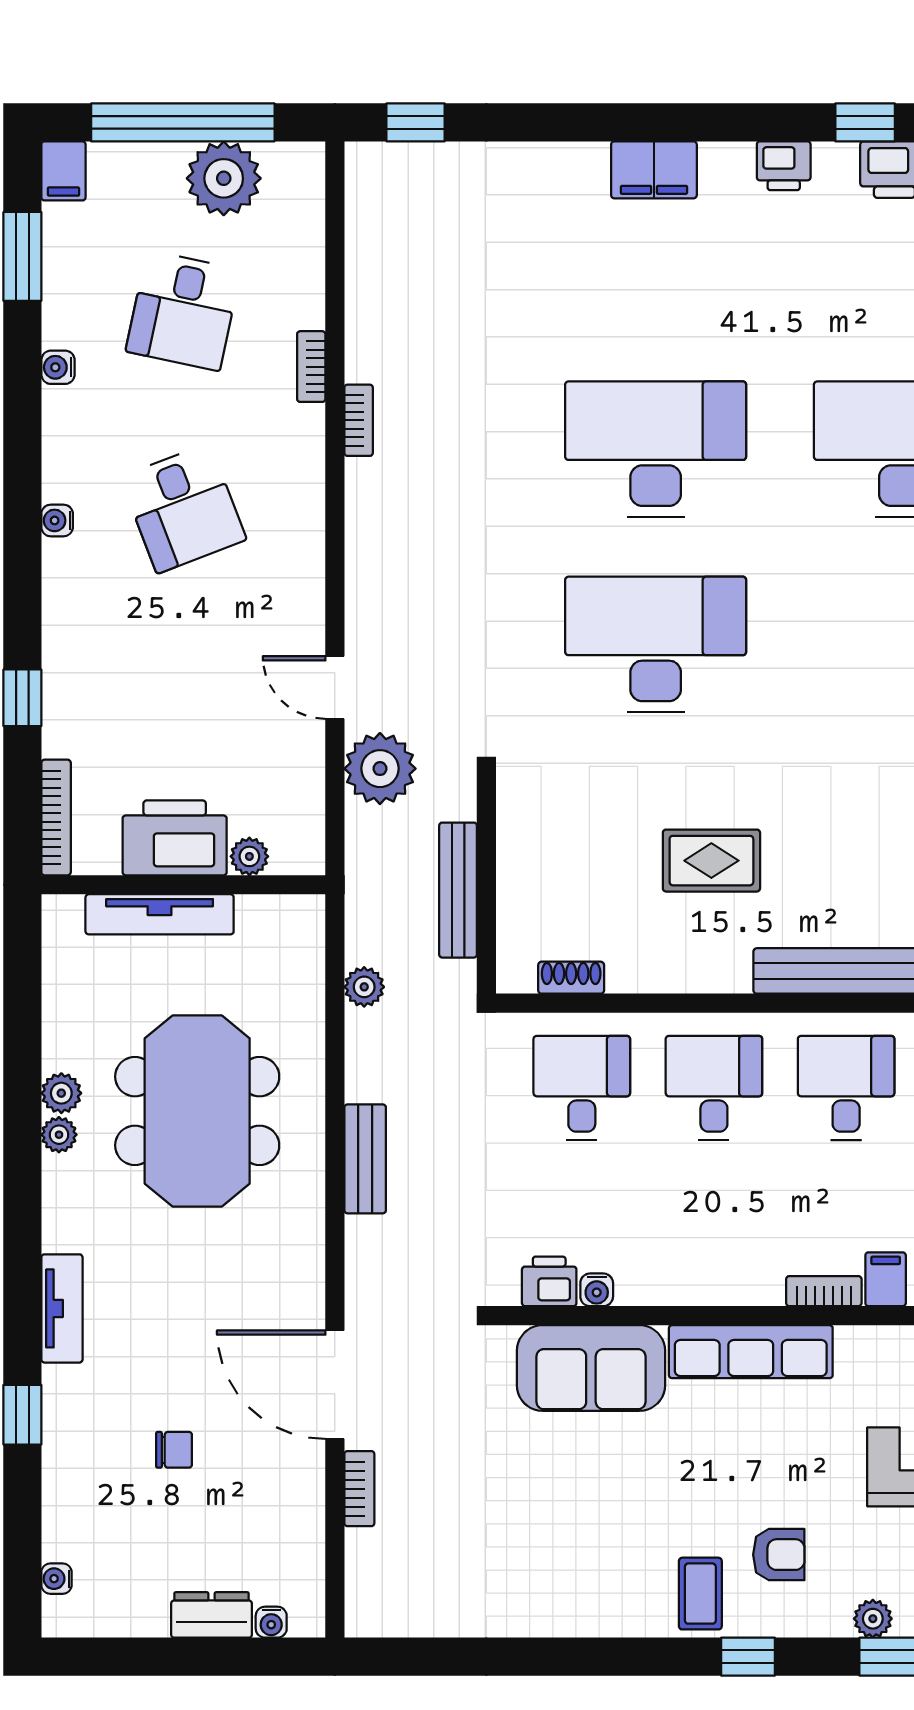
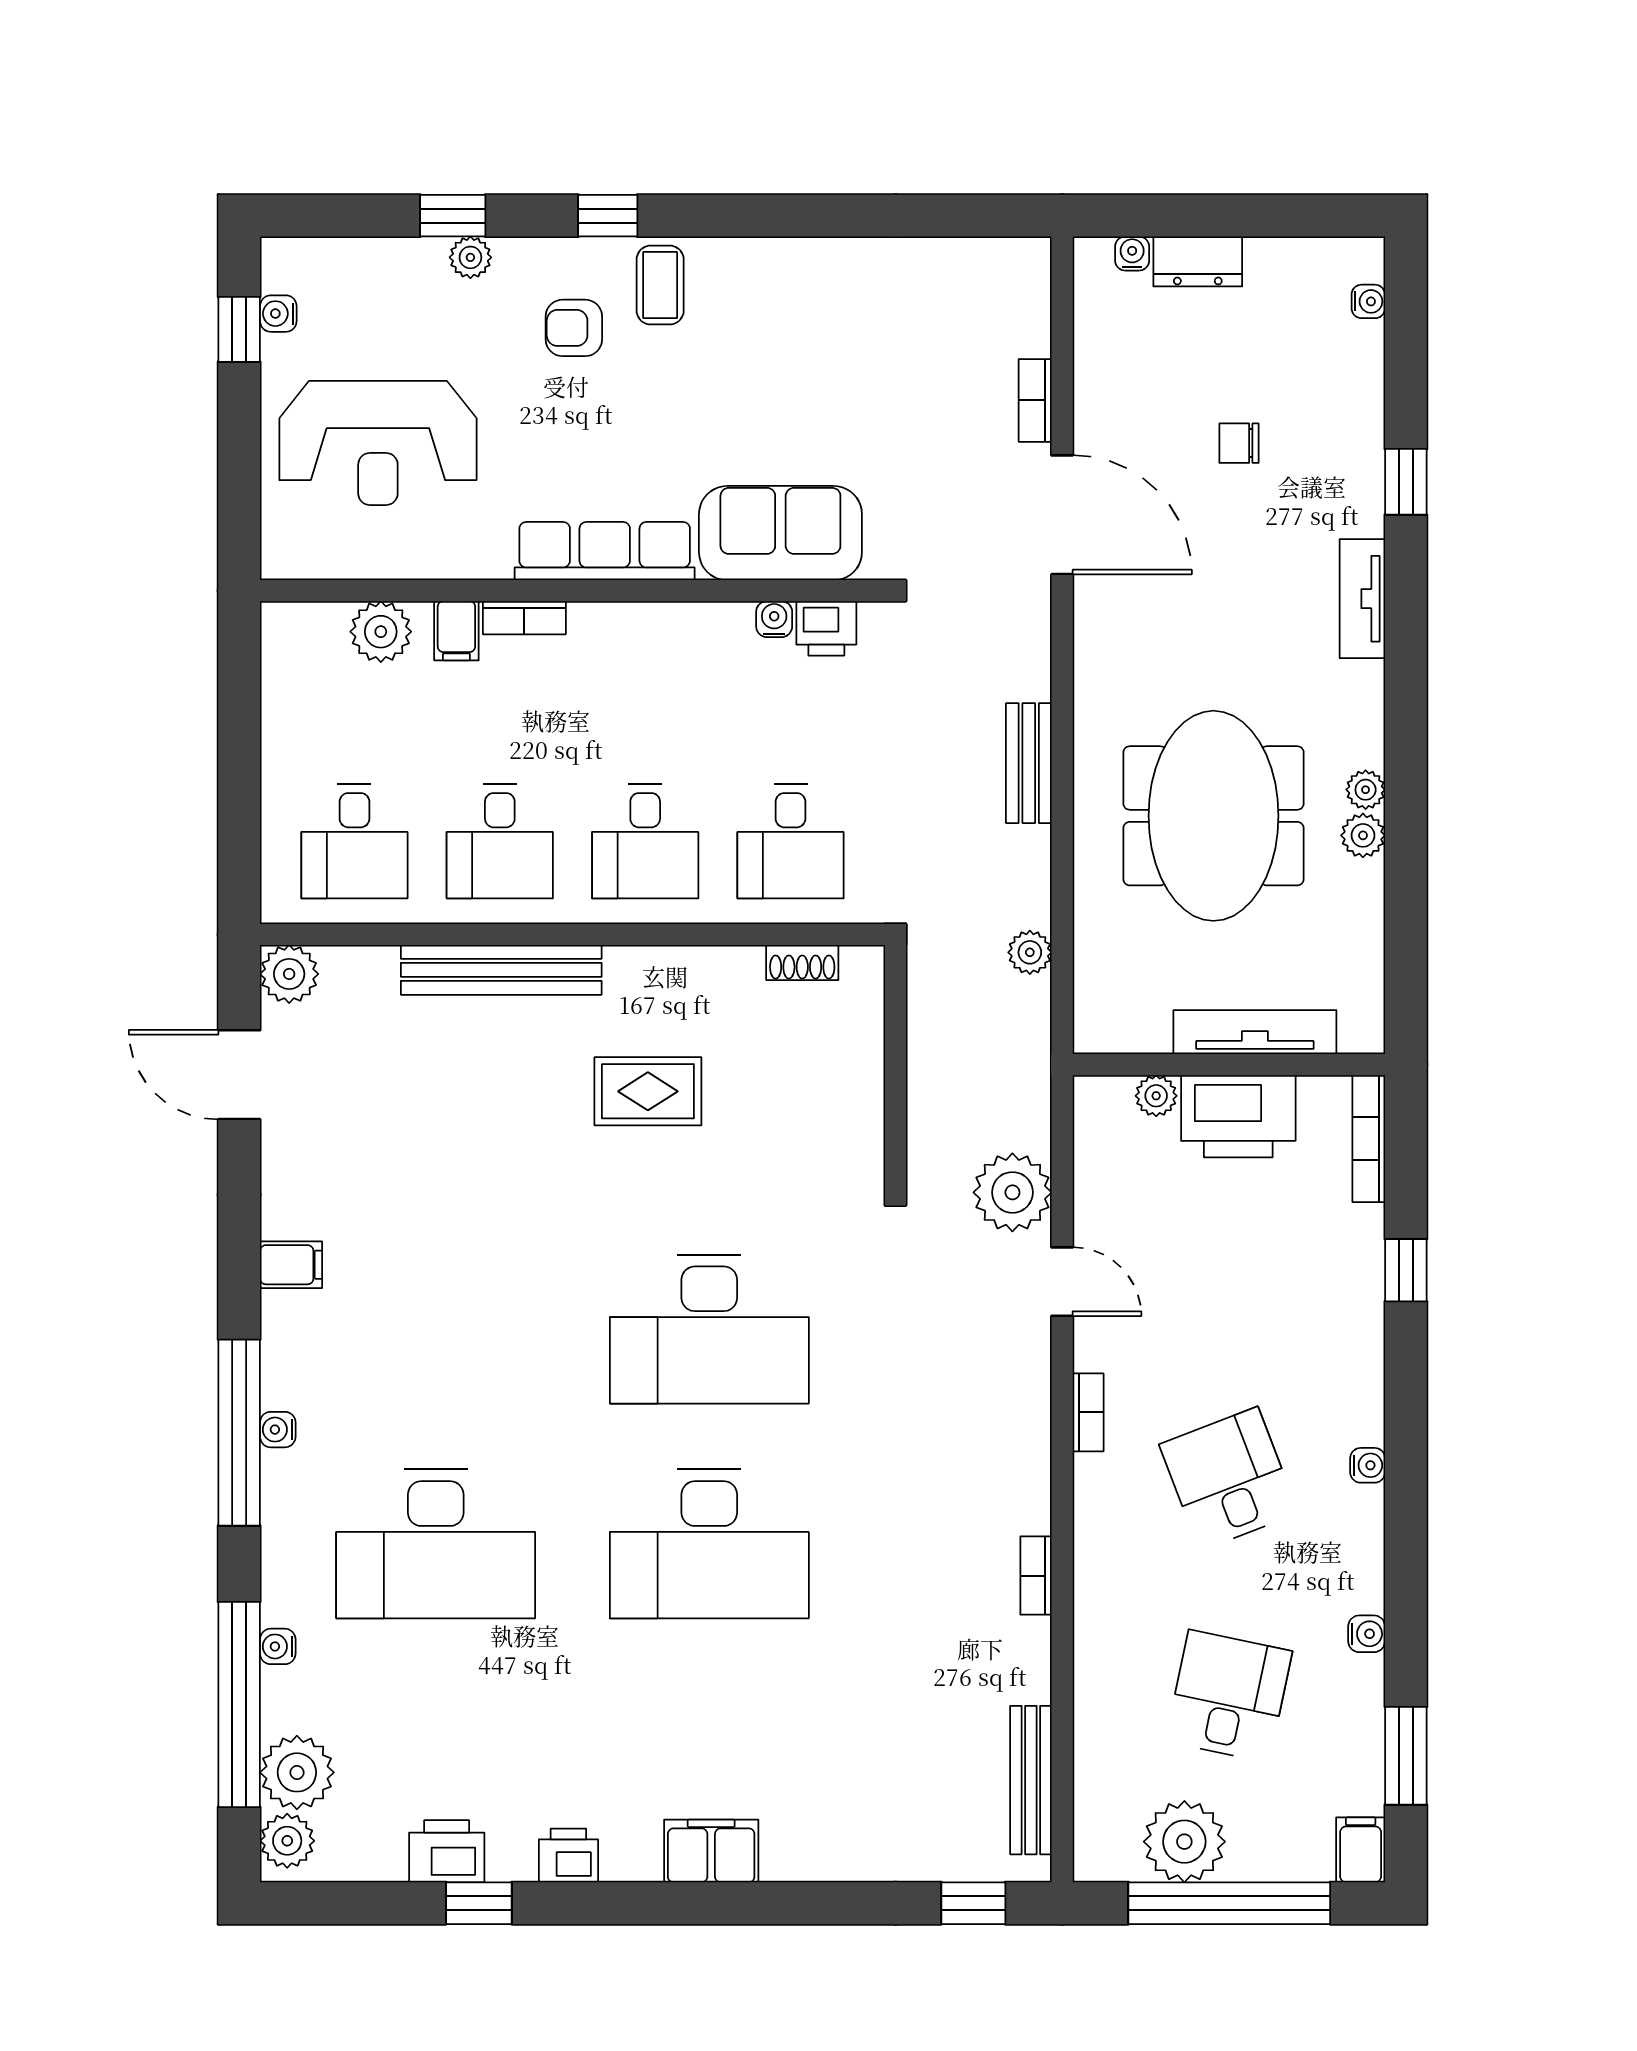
bookcase: (311, 367) -> (1088, 1412), moved
bench: (458, 890) -> (1031, 1780), moved

